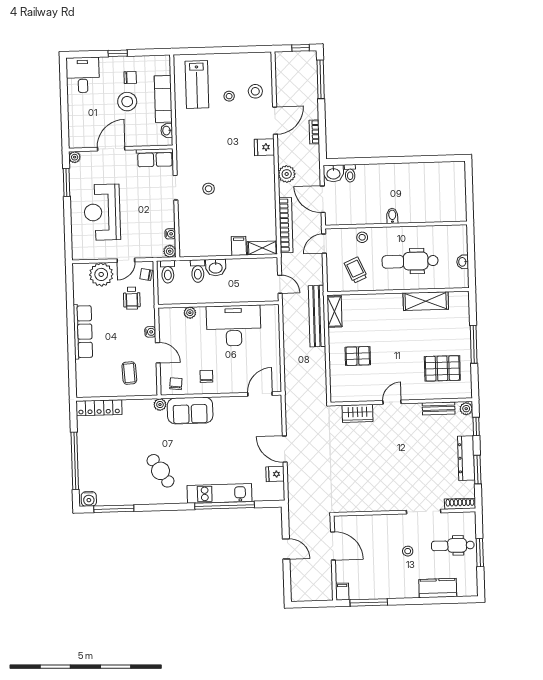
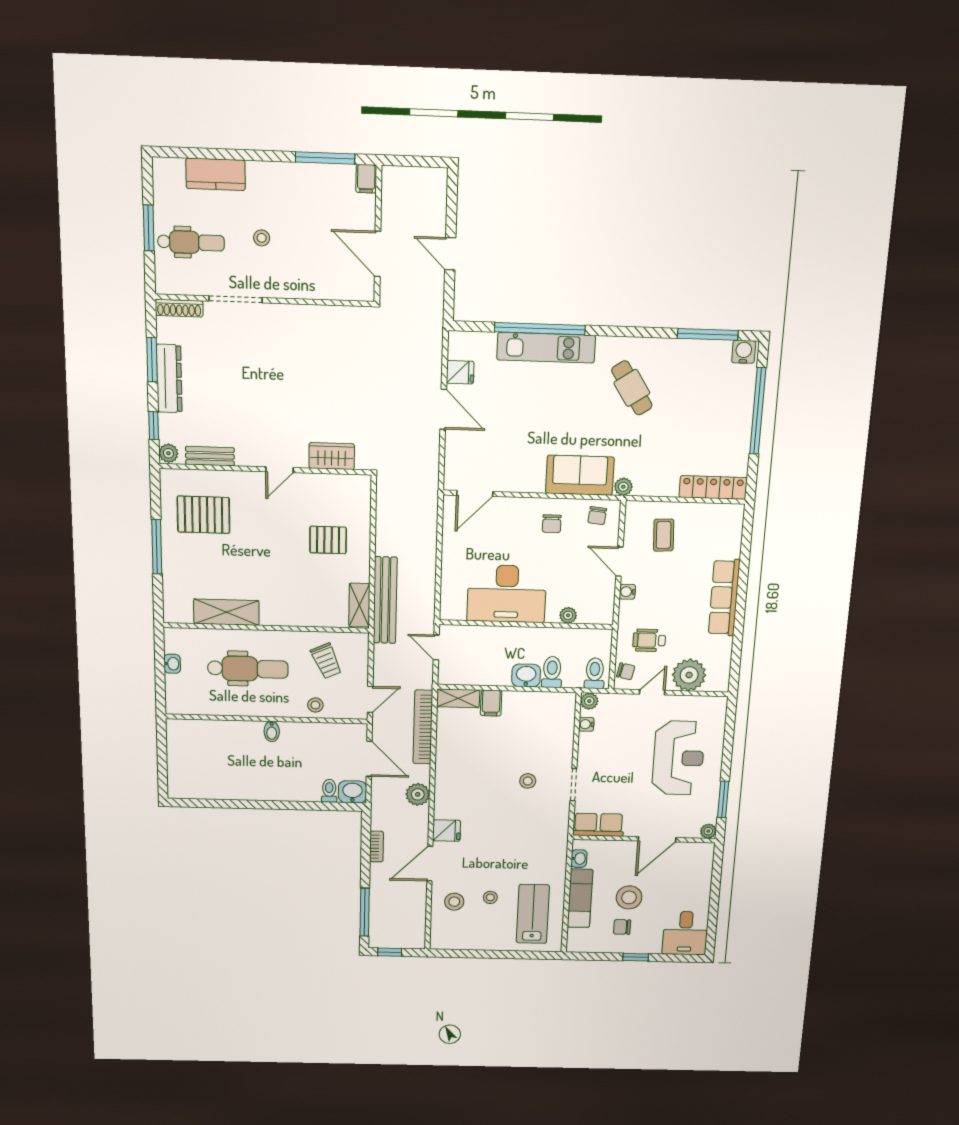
wheelchair: (132, 298) -> (649, 640), turned -90

